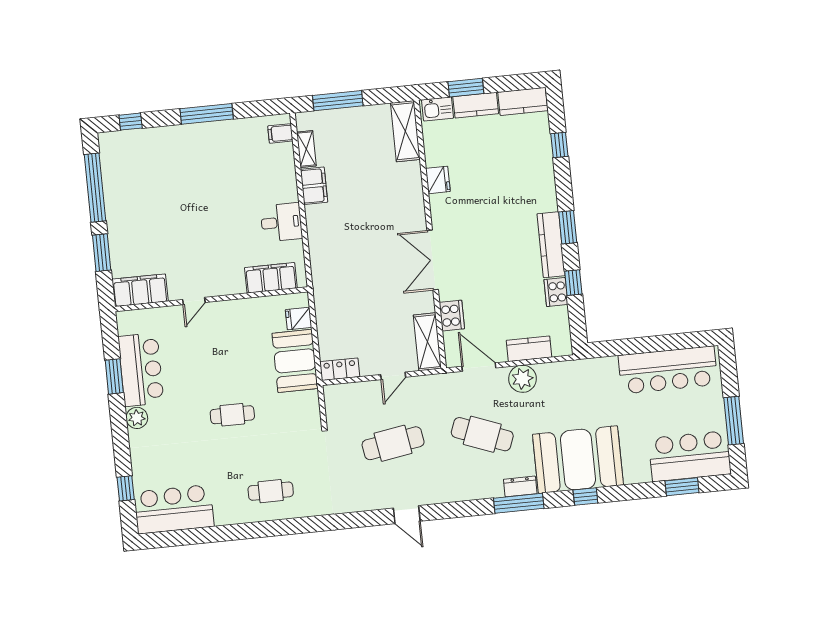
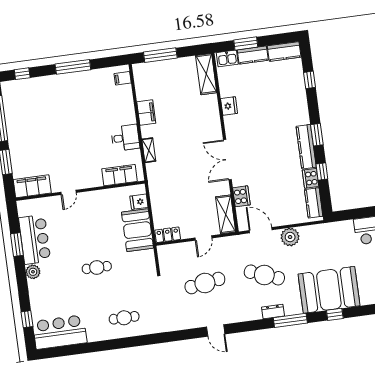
shelving: (306, 149) -> (149, 150), moved
kitchen counter: (529, 349) -> (314, 203), moved, turned -90
dresser: (520, 486) -> (273, 312), moved

